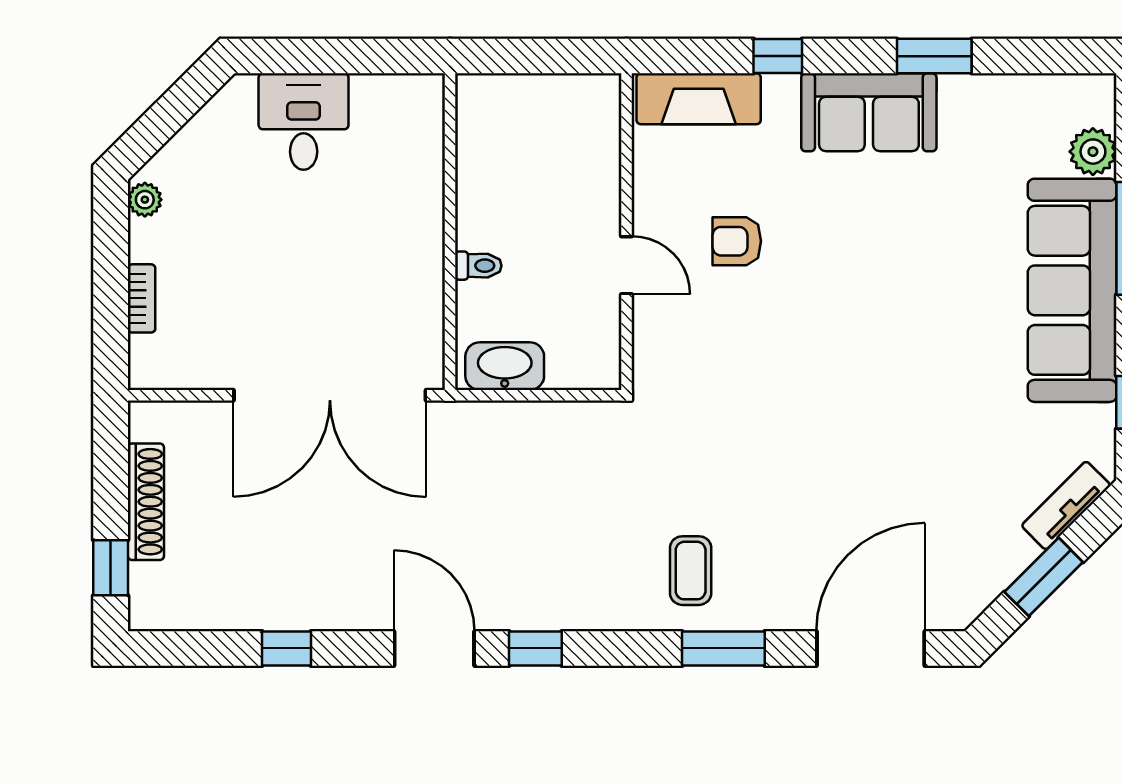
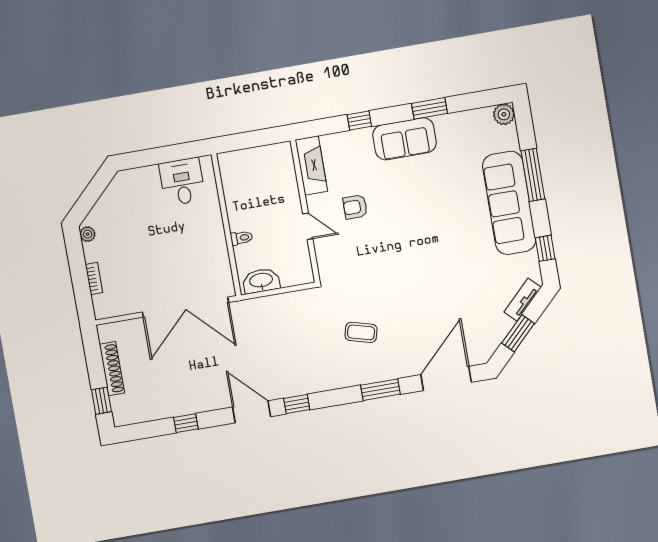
fireplace: (699, 99) -> (311, 166), moved, turned -90
desk: (304, 122) -> (182, 182), moved
plant: (1093, 152) -> (504, 114), moved
coffee table: (691, 571) -> (361, 332), moved, turned -75

